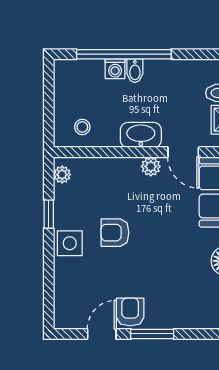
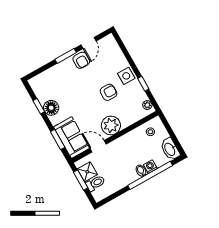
washbasin: (141, 135) -> (170, 149), moved, turned 90
plant: (151, 166) -> (111, 125), width x1.88, depth x1.88

